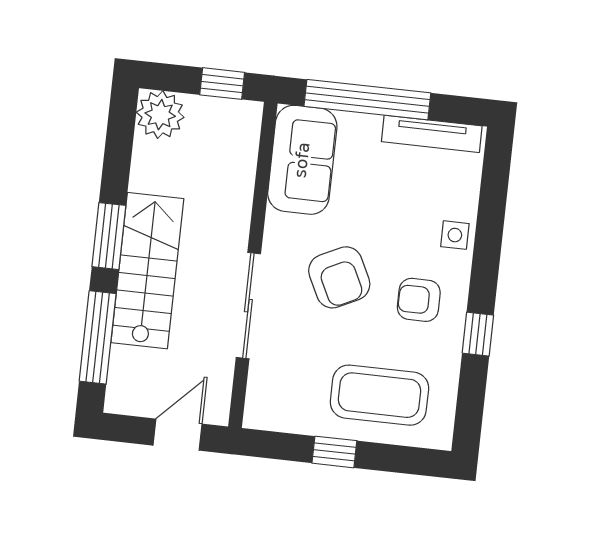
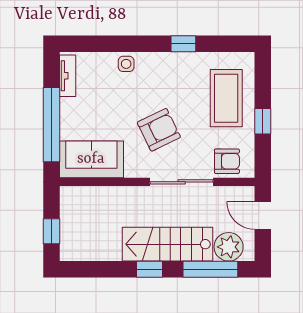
window: (222, 84) -> (51, 231), moved
plant: (160, 115) -> (229, 247), moved
tv unit: (432, 134) -> (68, 76), width x0.71
window: (109, 236) -> (149, 269), width x0.67
armchair: (419, 300) -> (227, 161), moved, turned -90

